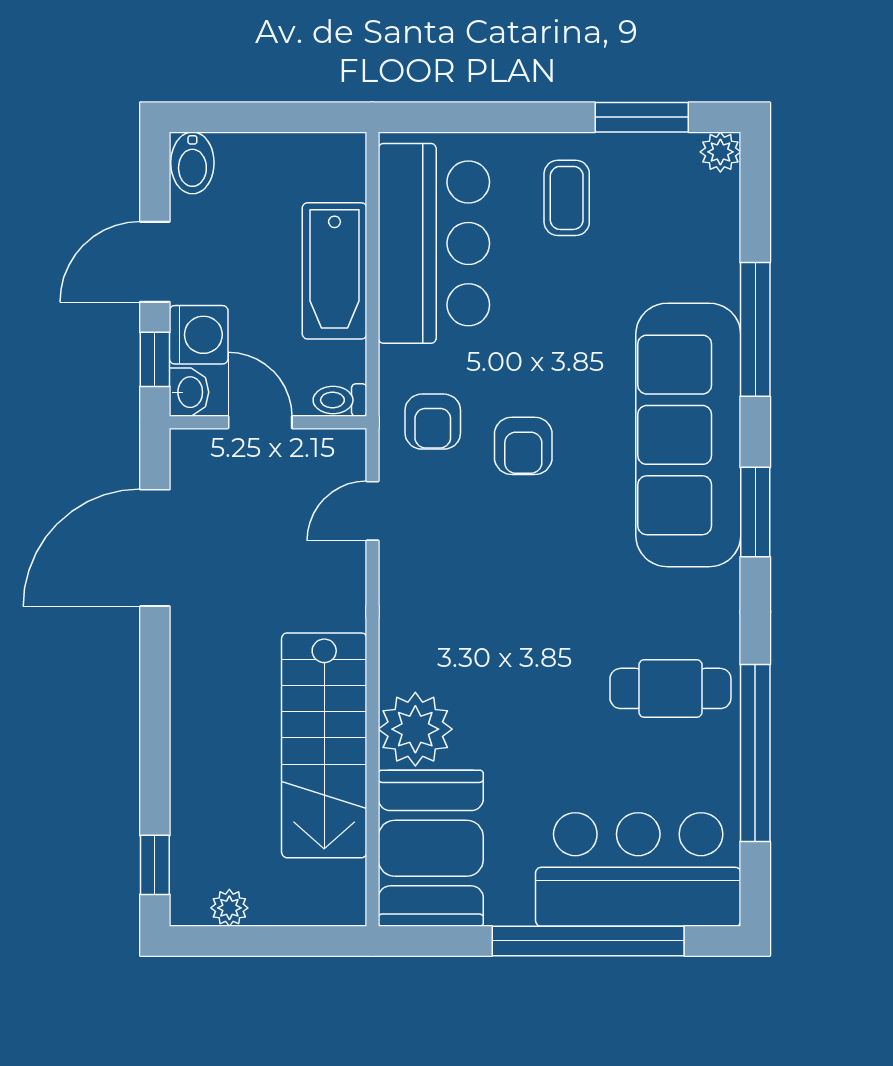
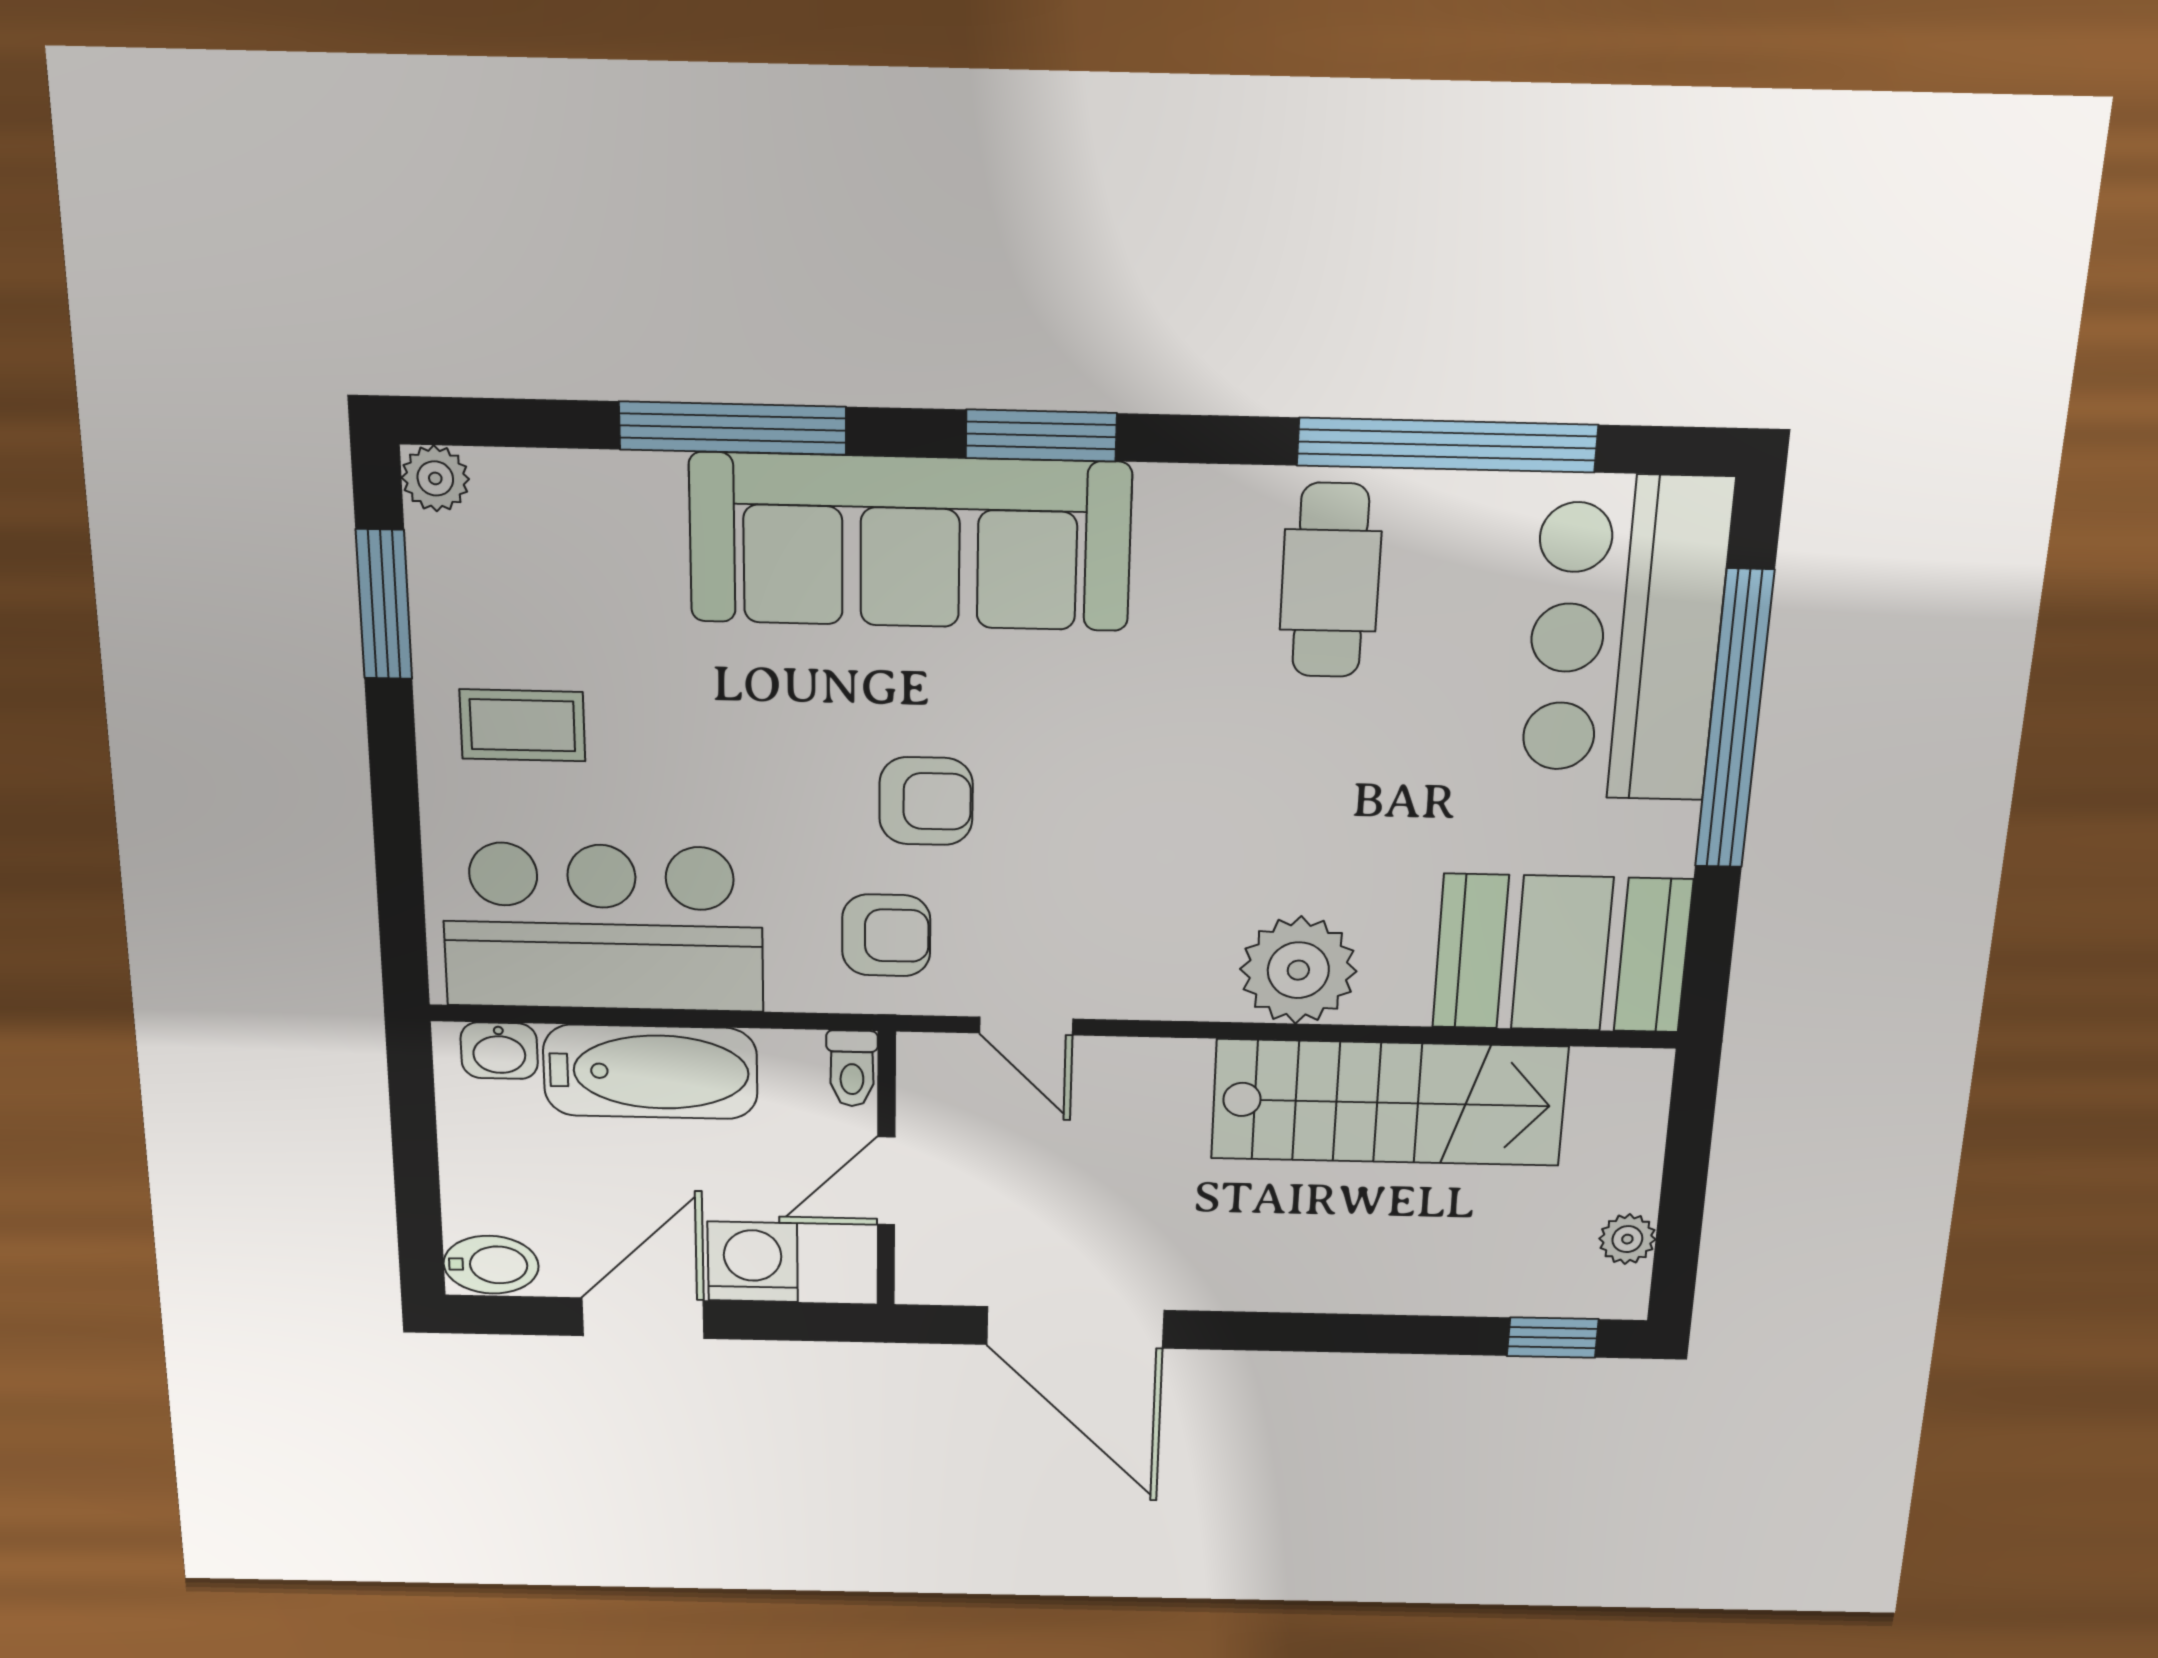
door: (155, 262) -> (643, 1318), swing flipped
window: (155, 359) -> (791, 1321), removed
washbasin: (189, 392) -> (499, 1051), moved, turned 180
plant: (415, 729) -> (1298, 970), moved

